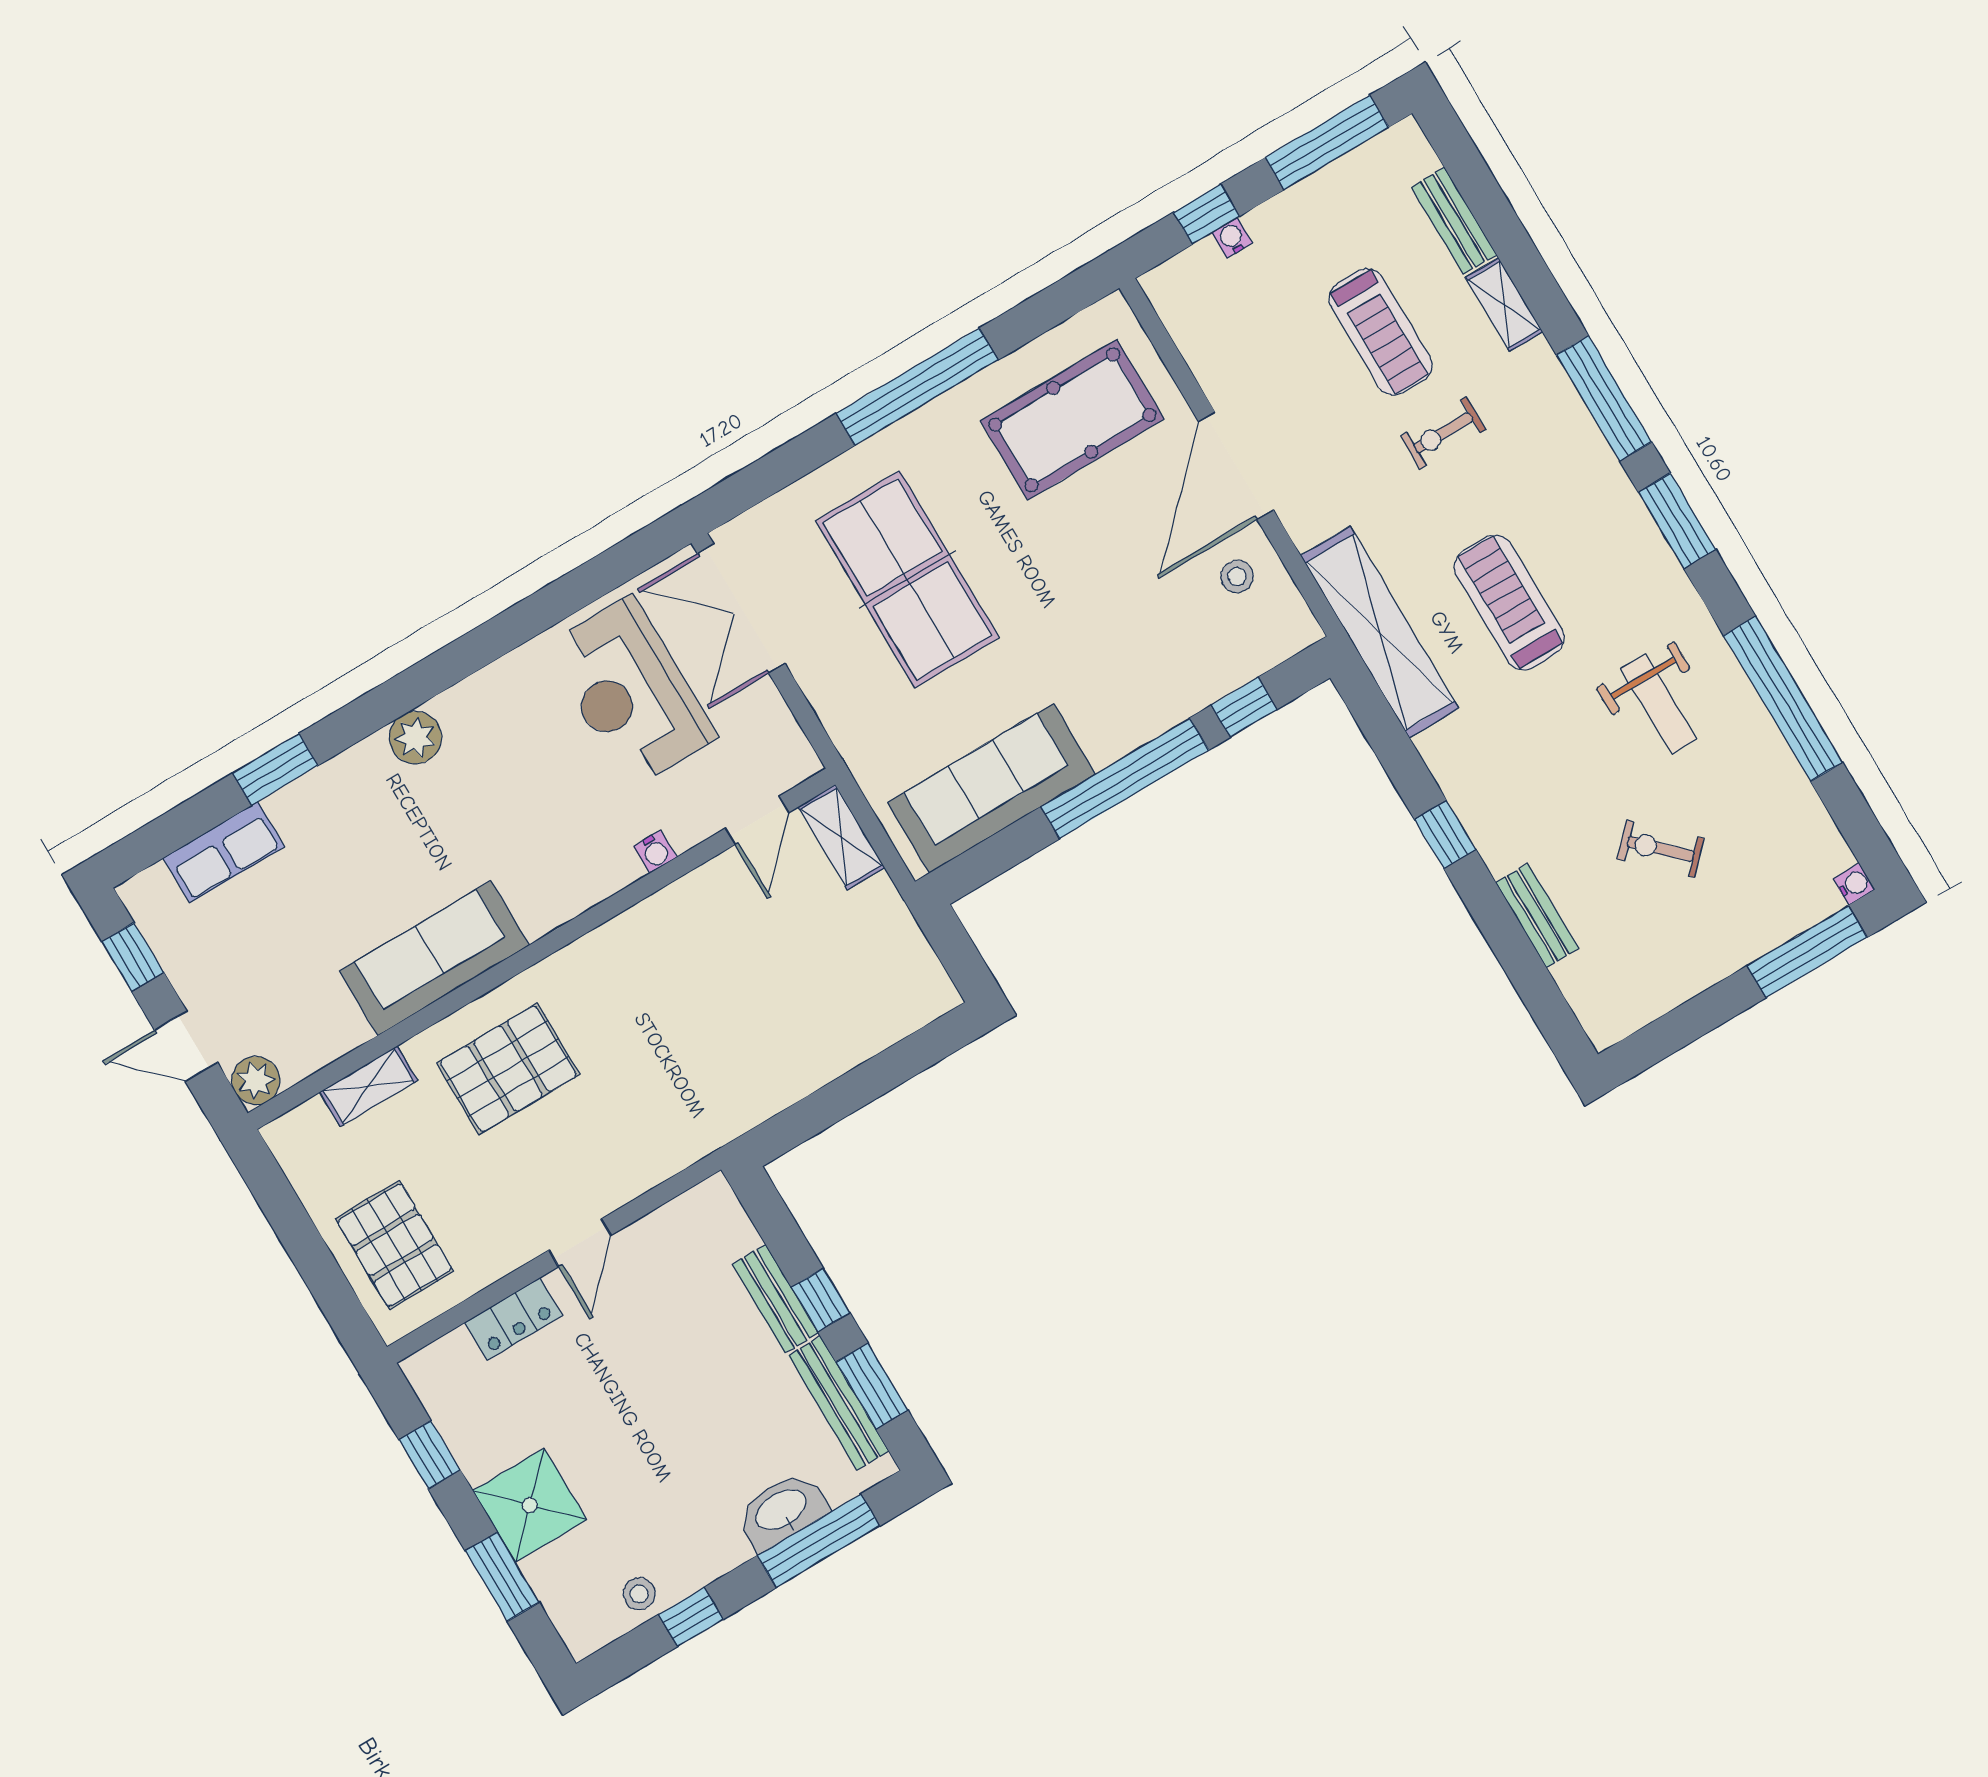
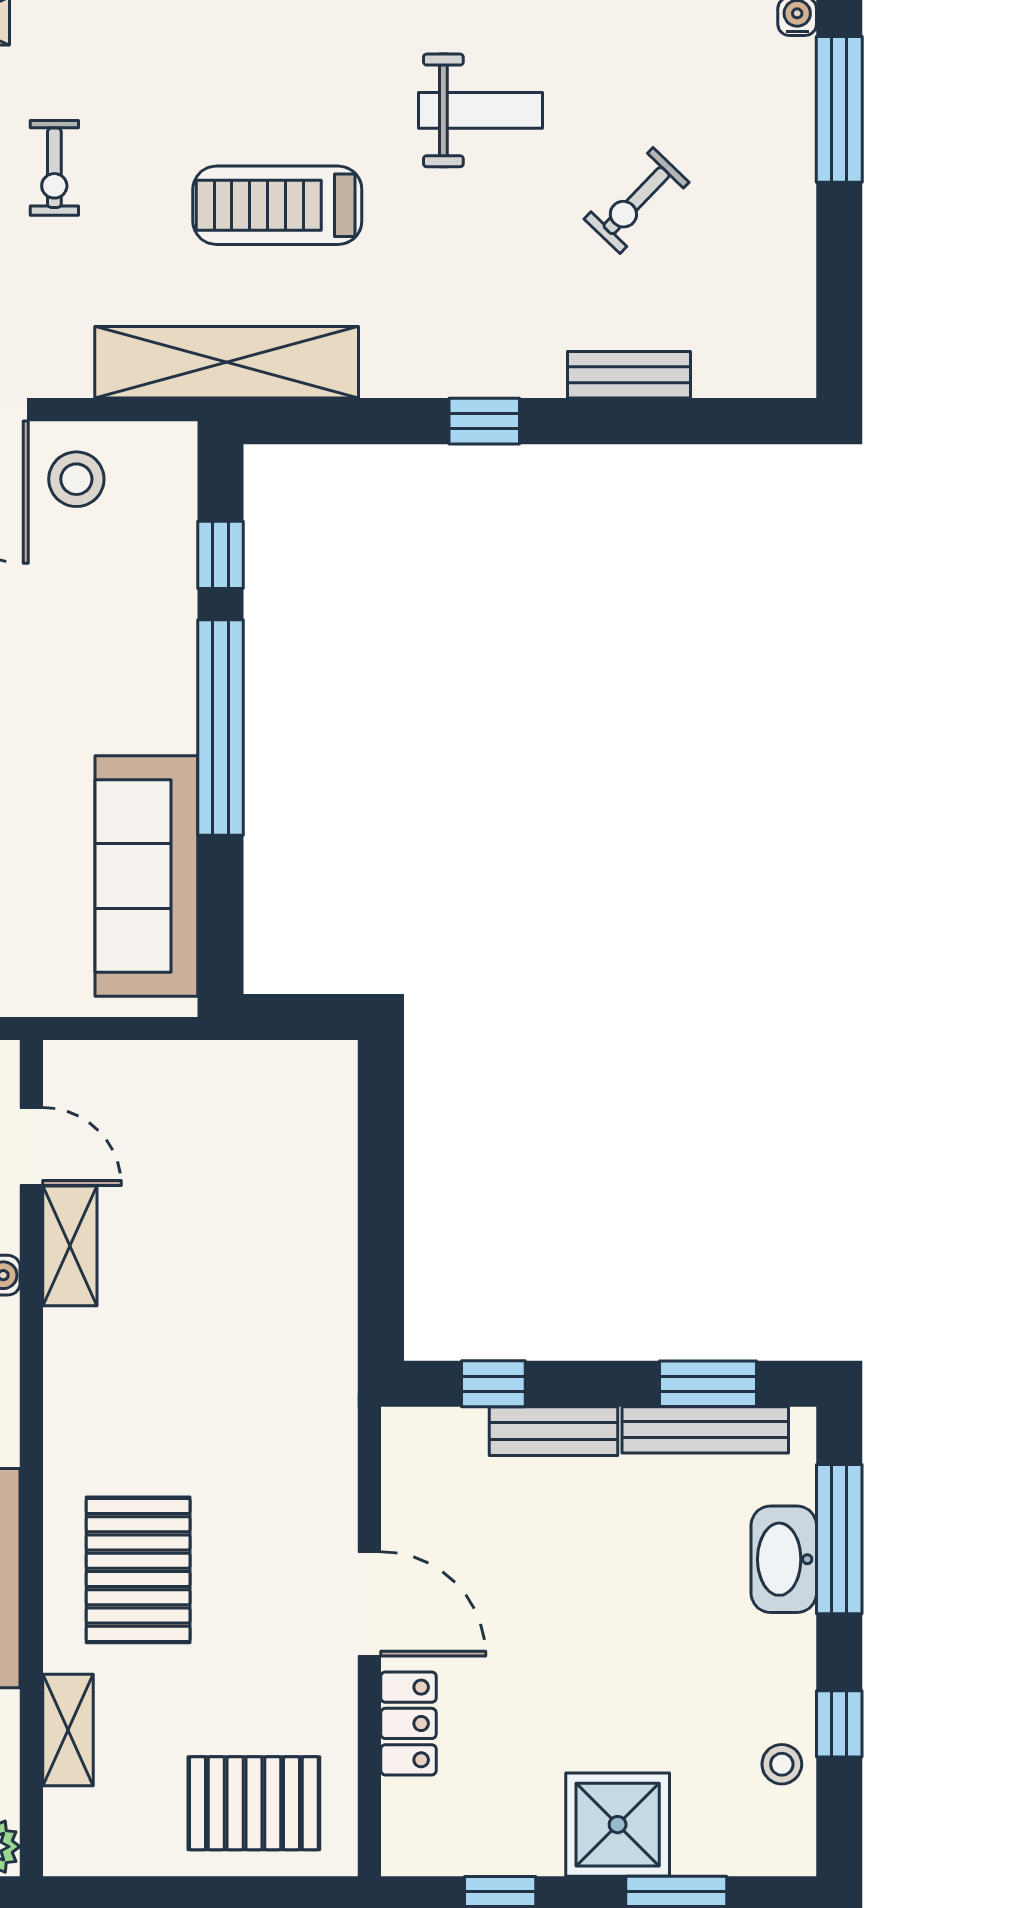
stool: (1237, 576) -> (76, 479), width x1.37, depth x1.37
shelving: (841, 837) -> (70, 1246), moved, turned 90
door: (580, 1243) -> (369, 1604), width x1.38
window: (821, 1300) -> (493, 1384), moved

